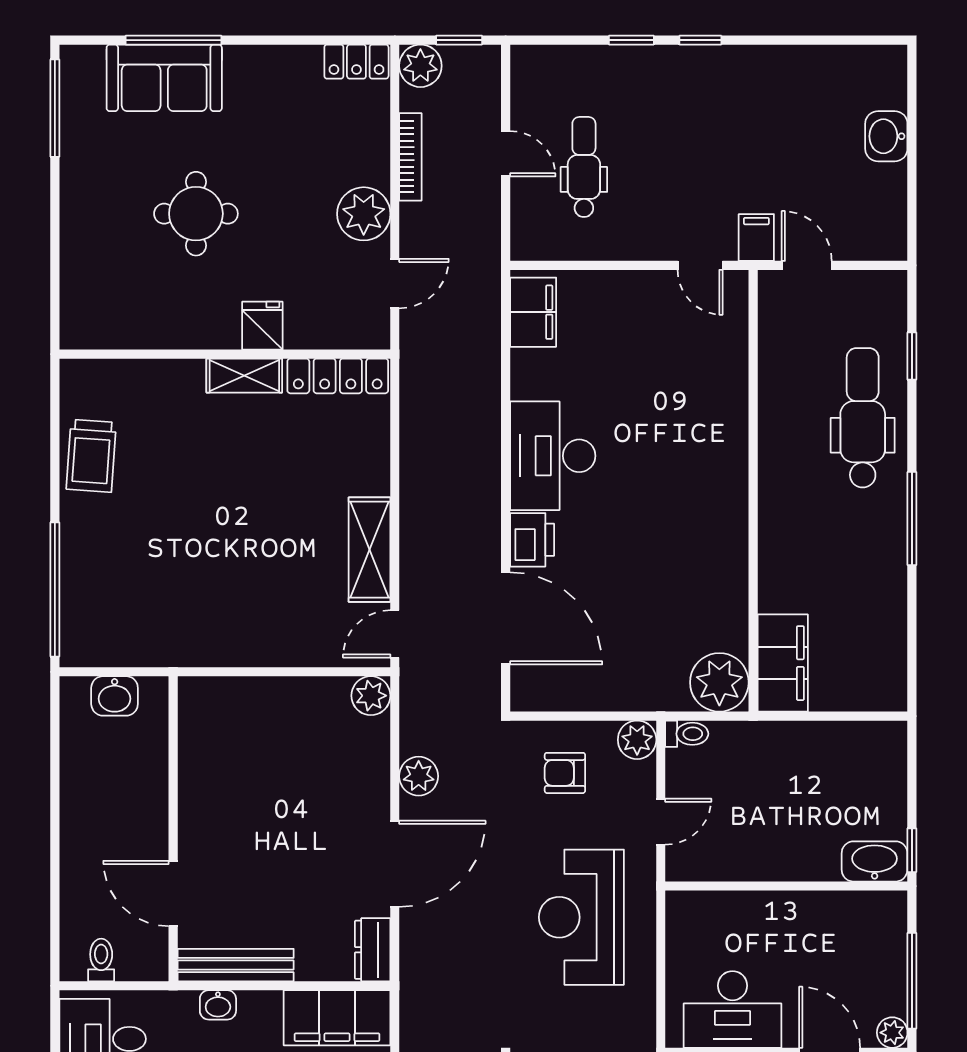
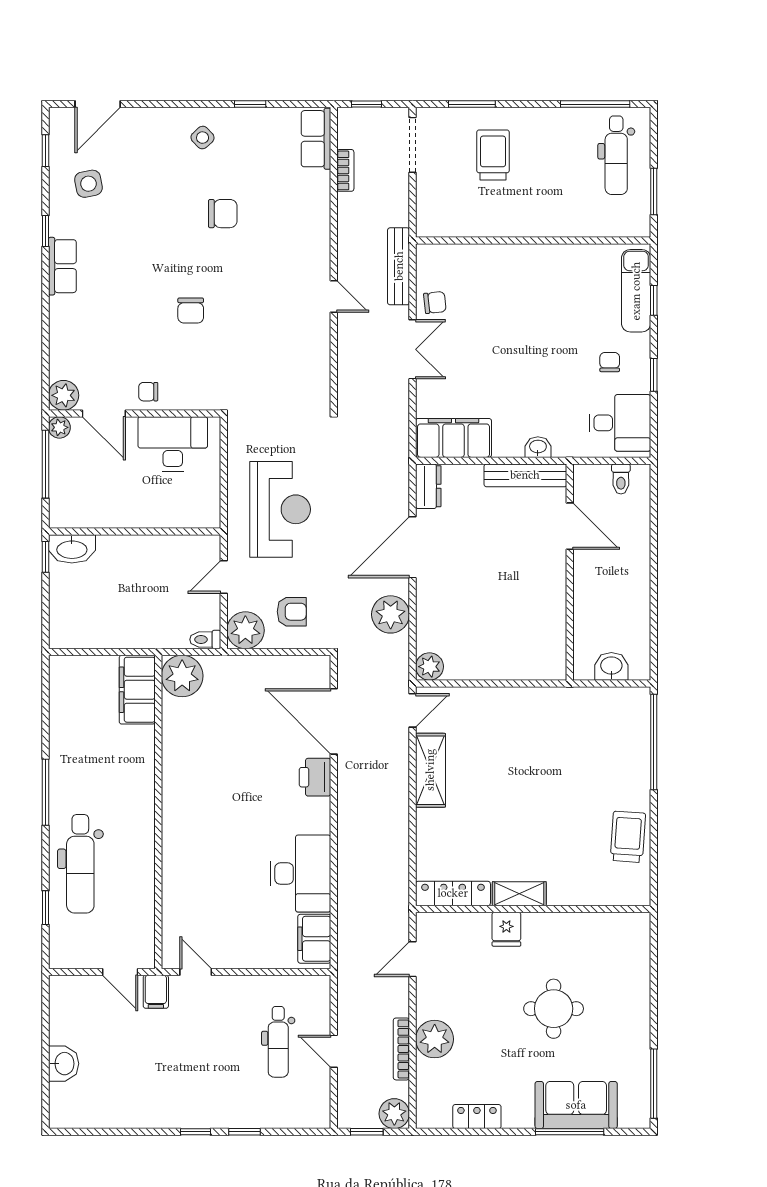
locker: (356, 62) -> (477, 1117), moved
plant: (364, 214) -> (435, 1039), moved
desk: (553, 456) -> (300, 874), moved
plant: (637, 740) -> (245, 630), width x1.36, depth x1.36
plant: (419, 776) -> (391, 614), width x1.36, depth x1.36

